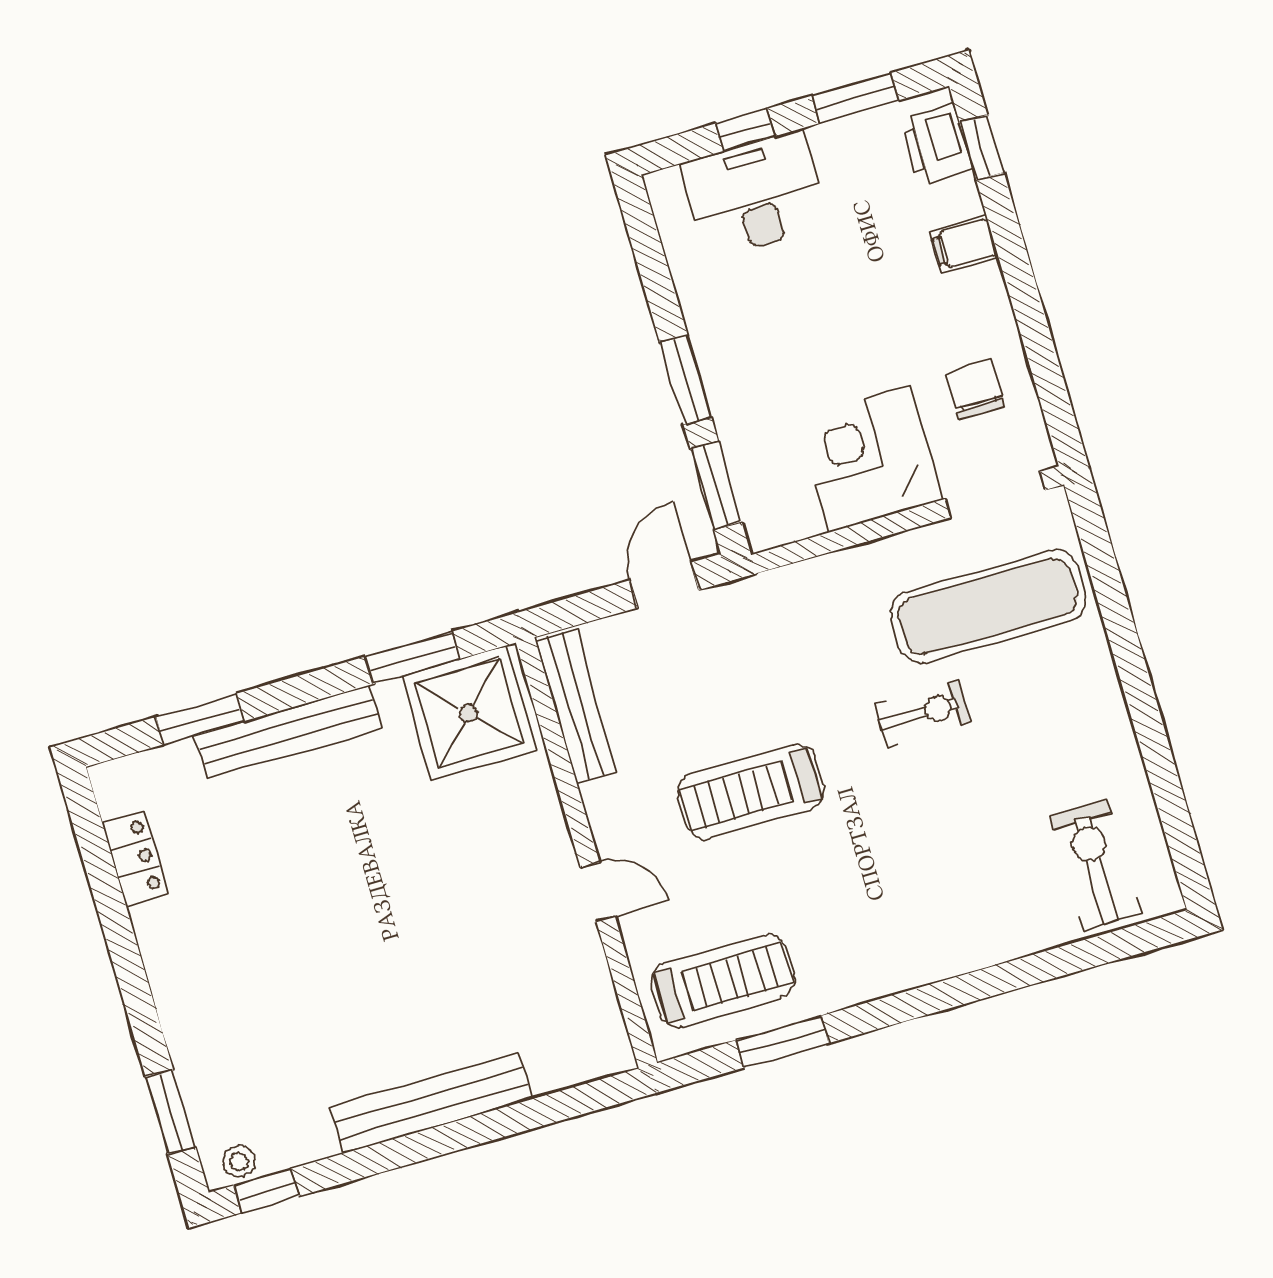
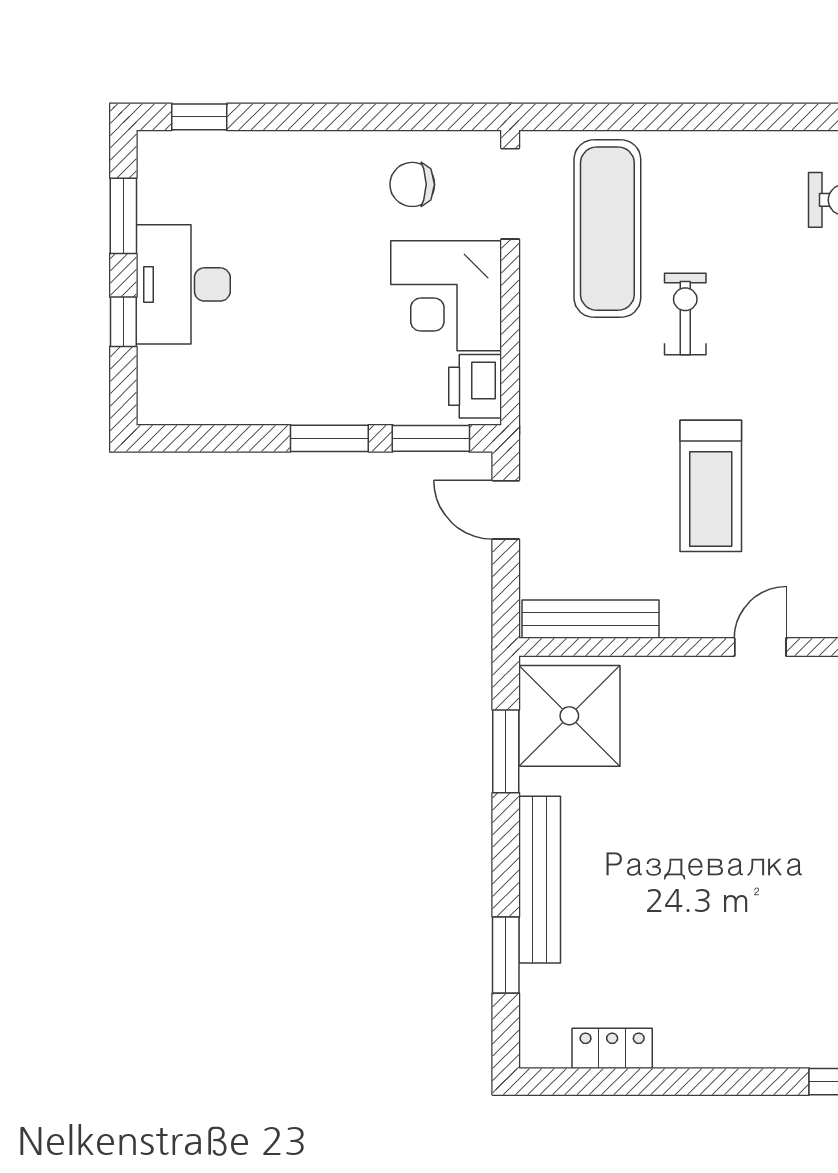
printer: (936, 144) -> (475, 386), moved, turned 90
desk: (755, 195) -> (183, 284), moved
filing cabinet: (964, 244) -> (281, 157), removed

